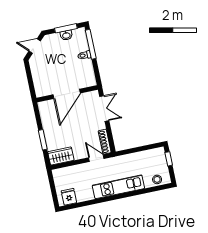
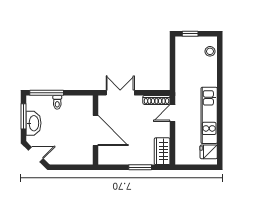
washbasin: (66, 35) -> (33, 123), width x1.91, depth x1.45
door: (35, 46) -> (36, 154), swing flipped
kitchen unit: (118, 187) -> (209, 115), moved

